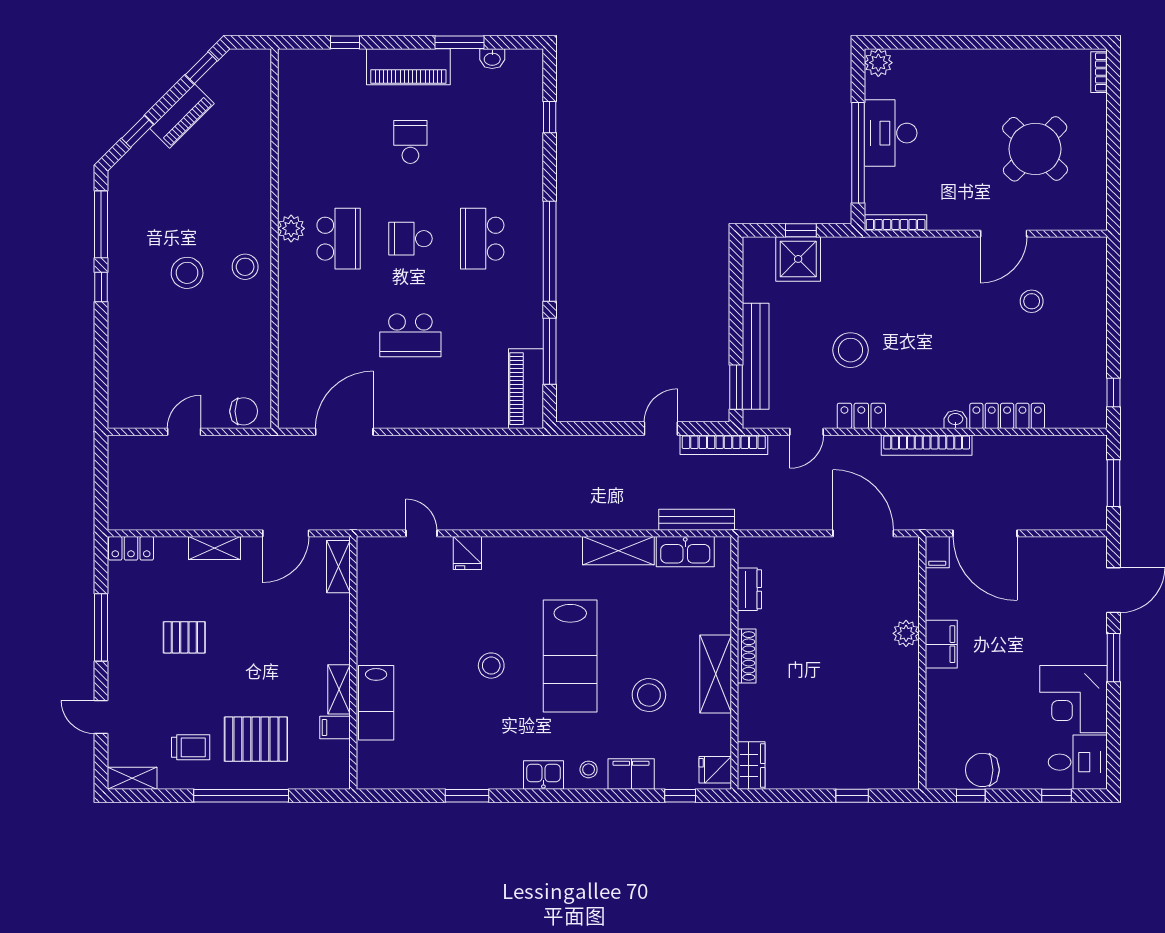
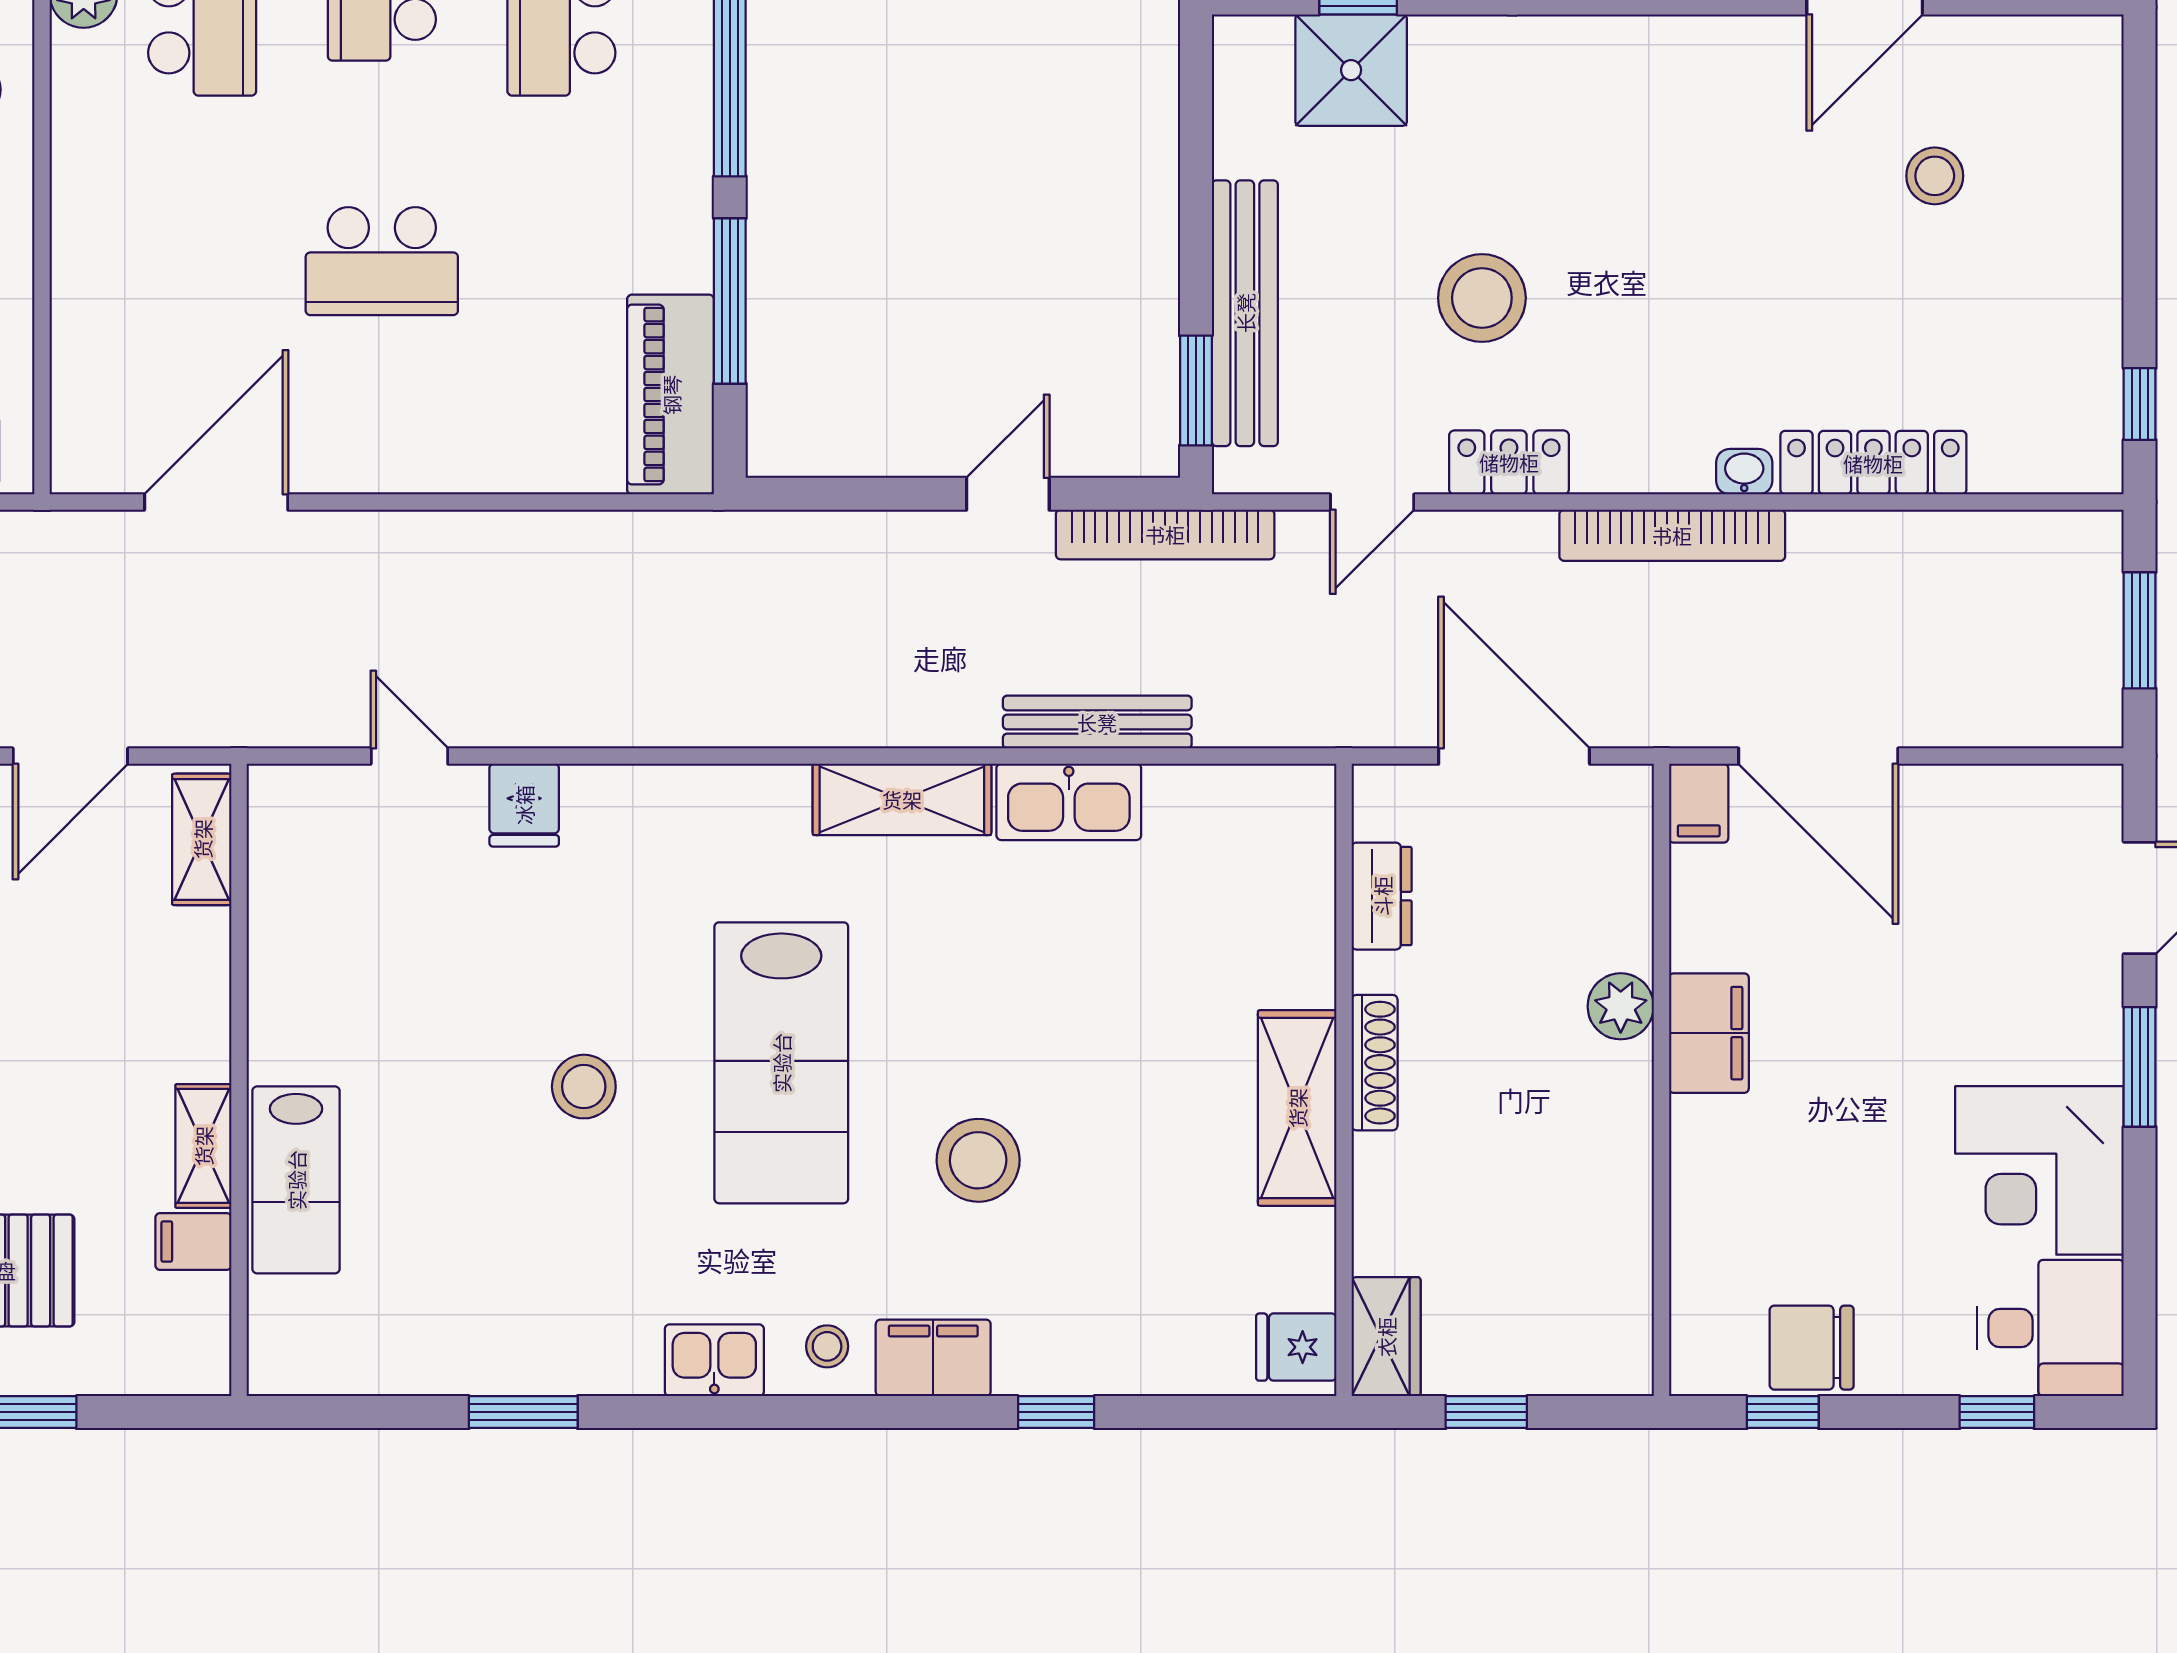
dresser: (749, 589) -> (1382, 896), moved
shoe rack: (747, 656) -> (1375, 1063), moved
wall: (734, 663) -> (1344, 1080), moved
shelving: (716, 674) -> (1297, 1108), moved
wardrobe: (751, 766) -> (1386, 1337), moved
fridge: (715, 770) -> (1296, 1347), moved

